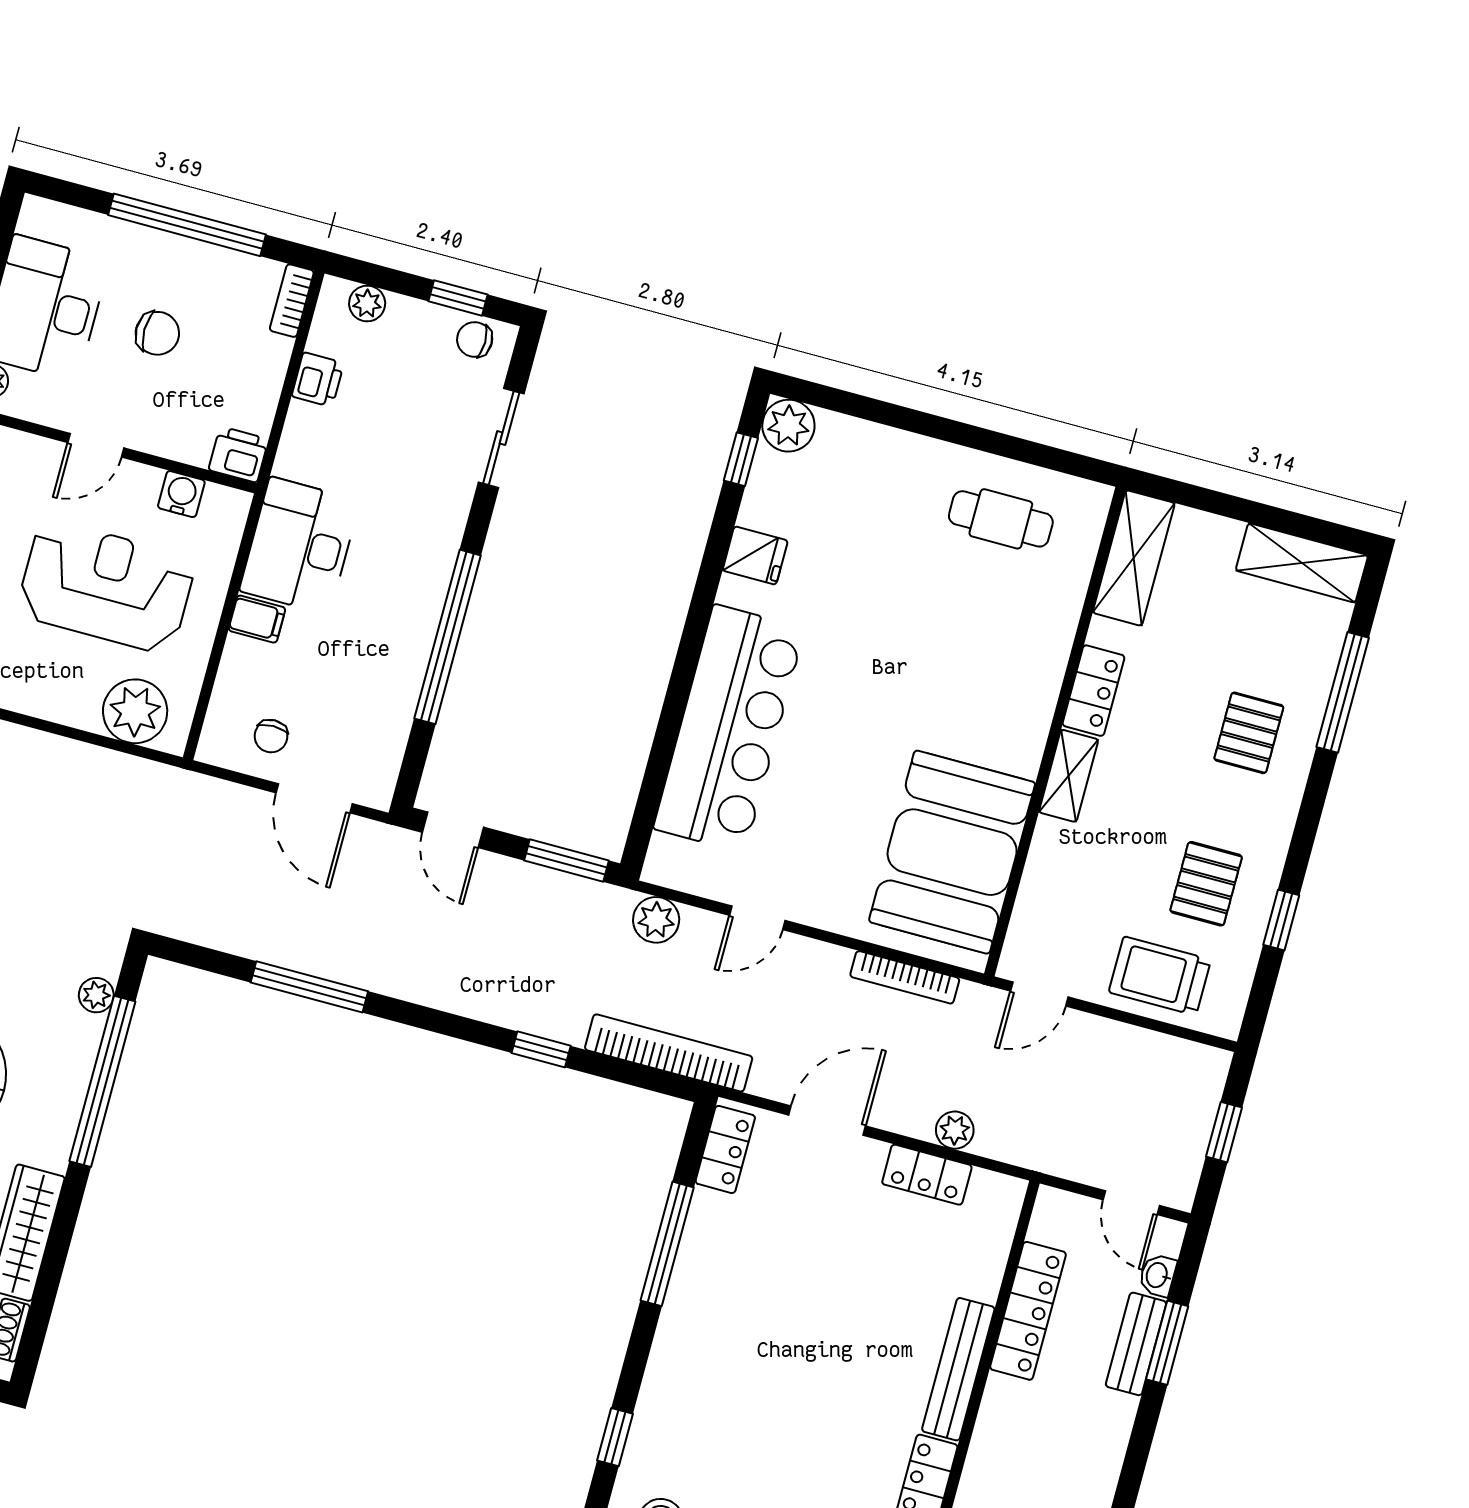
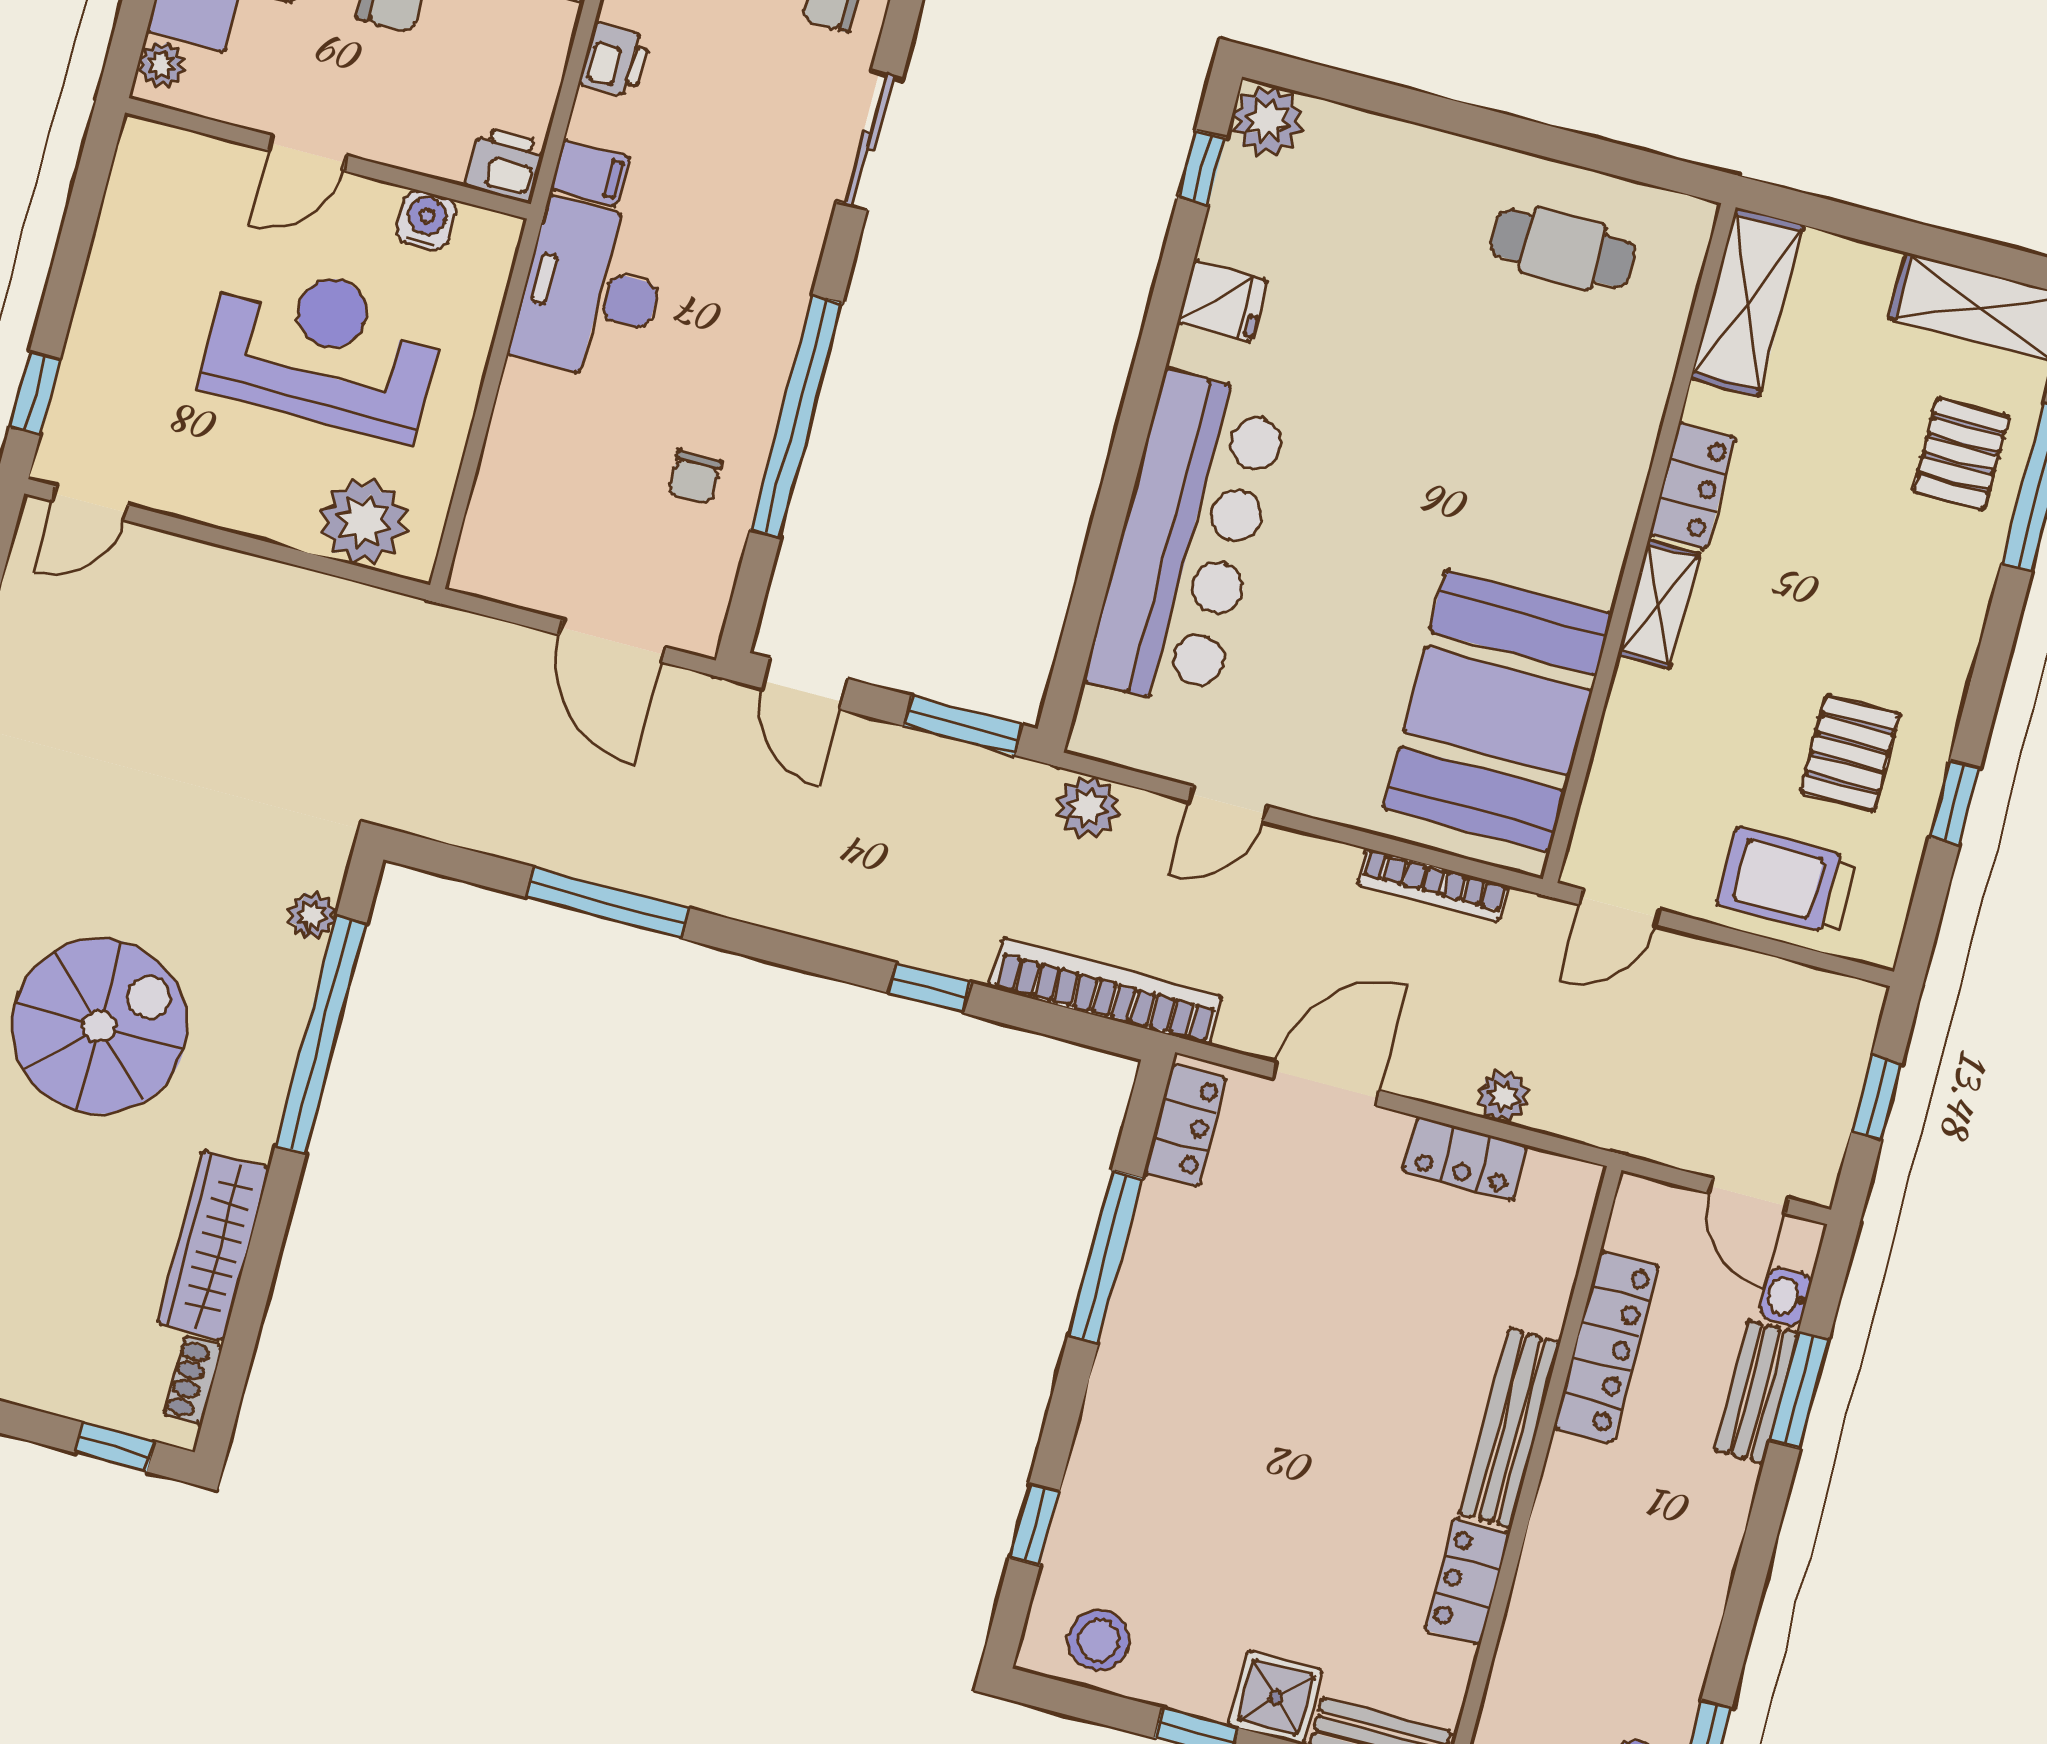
filing cabinet: (257, 619) -> (590, 173), moved
pallet: (1249, 733) -> (1961, 454), moved
chair: (271, 736) -> (695, 477), moved

